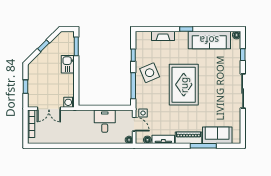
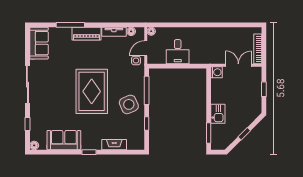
sofa: (209, 40) -> (64, 140), width x0.73
door: (134, 124) -> (146, 48), hinge flipped
sofa: (217, 135) -> (39, 43), moved, turned -90

